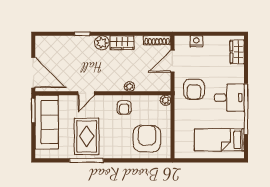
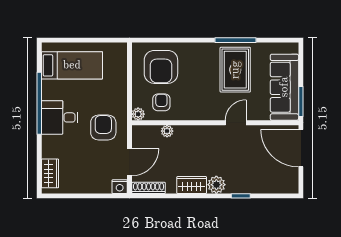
nightstand: (196, 41) -> (120, 187), moved
plant: (129, 86) -> (167, 131), moved
armchair: (124, 107) -> (161, 102), moved

